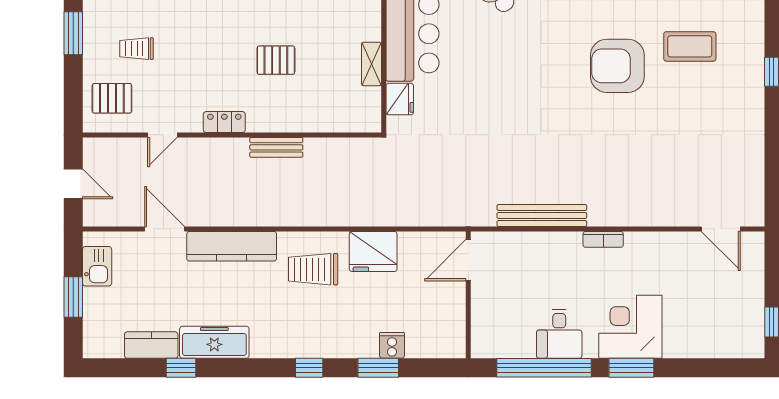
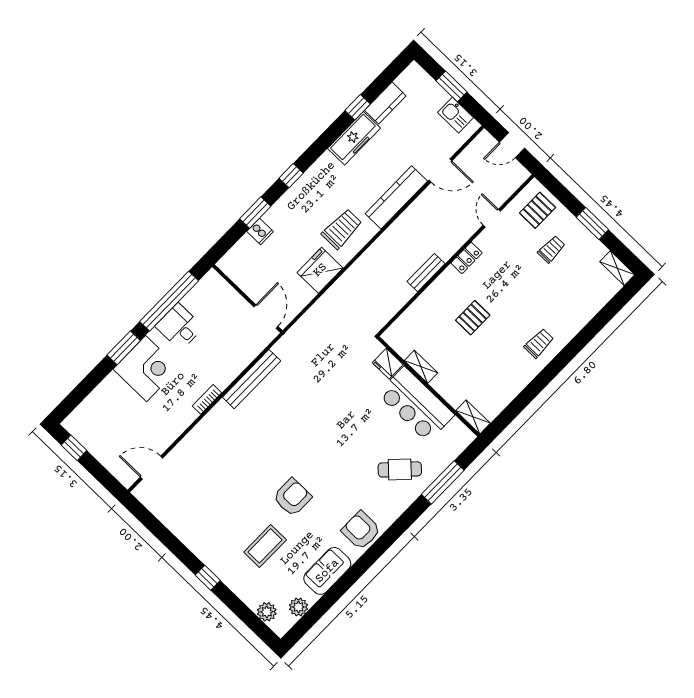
armchair: (617, 66) -> (292, 497), width x0.73, depth x0.73

